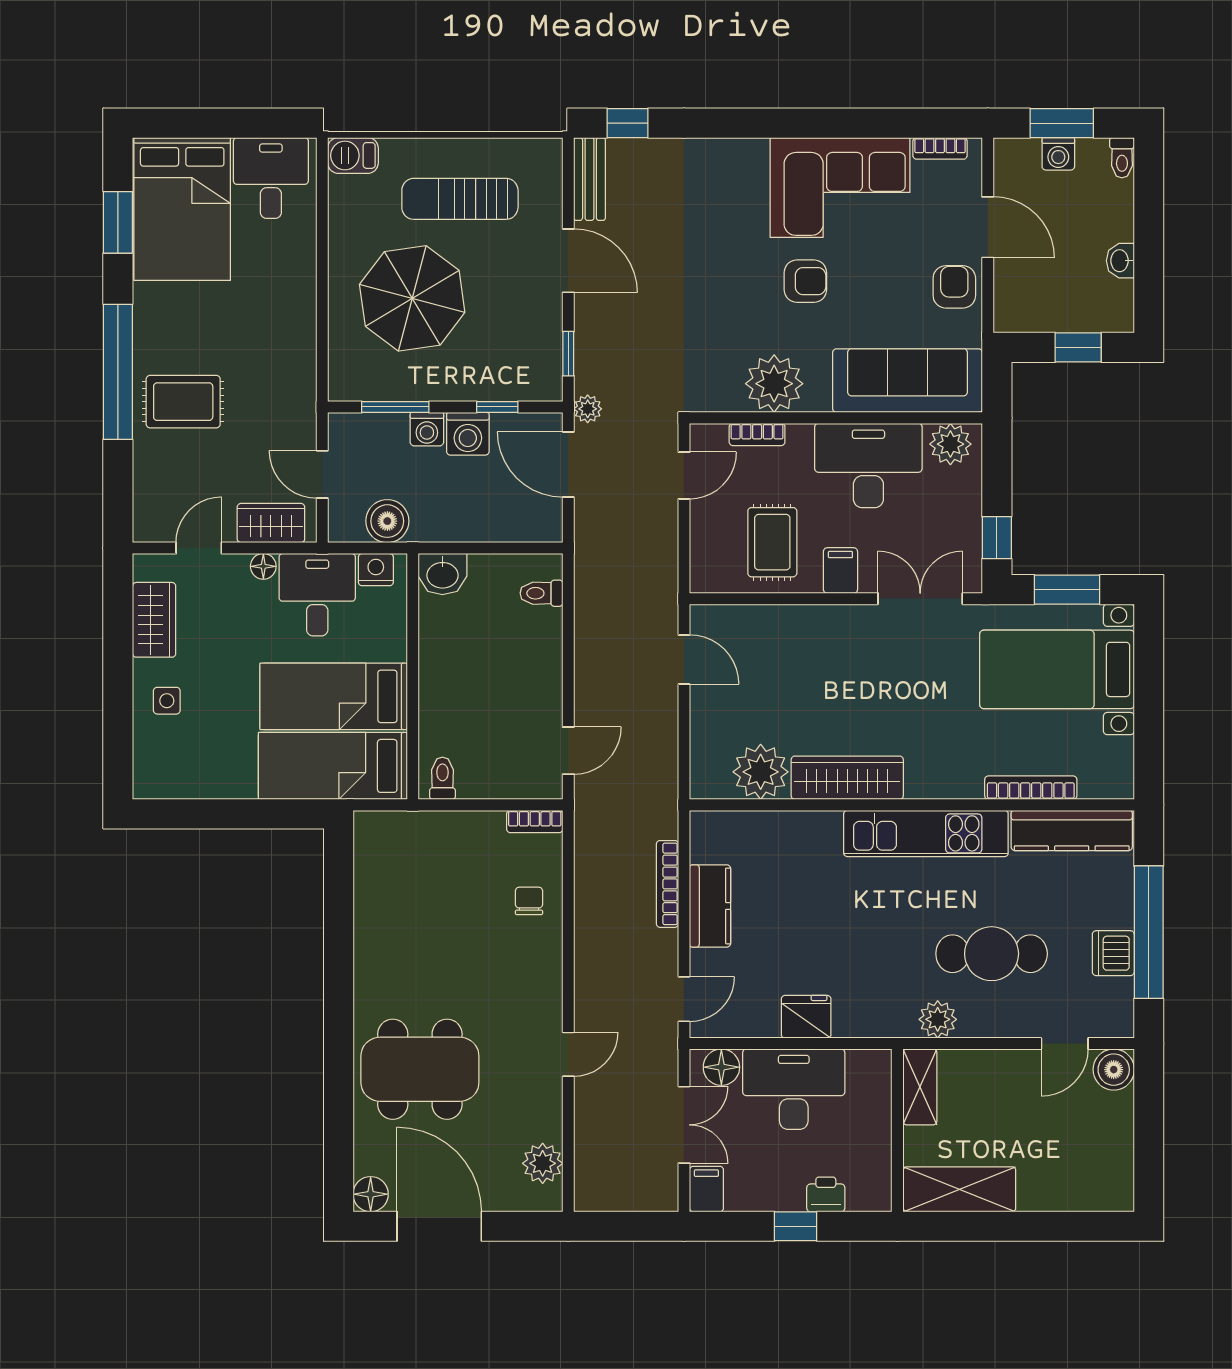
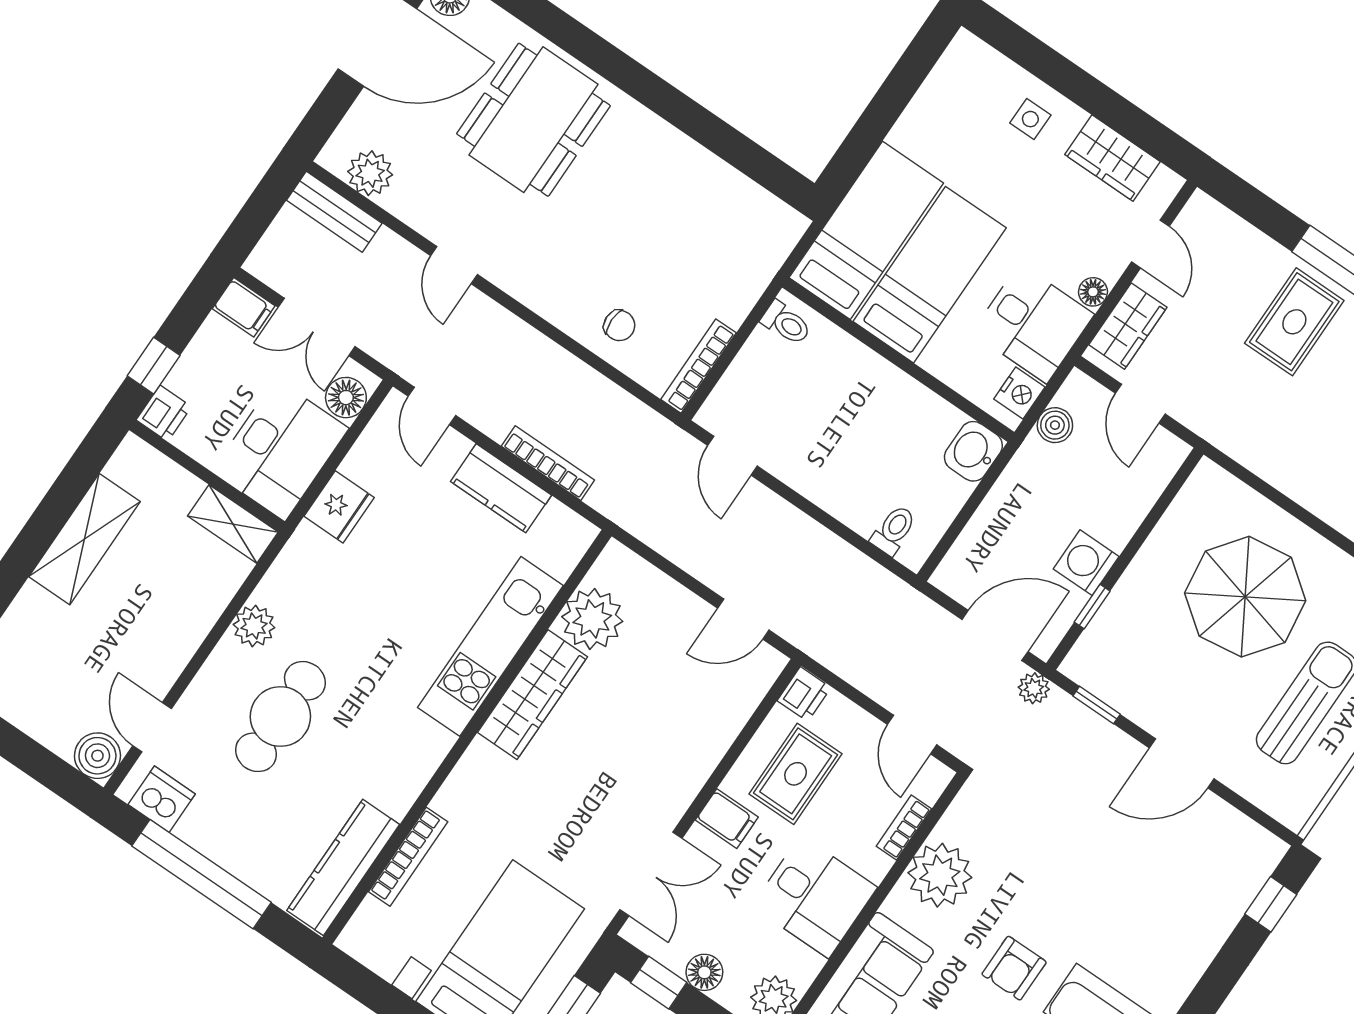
bench: (589, 179) -> (334, 212), moved
window: (395, 407) -> (1156, 513), removed
washing machine: (427, 429) -> (1116, 528), removed
desk: (868, 465) -> (815, 897), width x0.73
door: (322, 474) -> (1140, 404), swing flipped
floor lamp: (966, 509) -> (704, 972), added
boiler: (387, 521) -> (1055, 425), width x0.73, depth x0.73
rug: (772, 542) -> (796, 774), turned 90
printer: (709, 576) -> (804, 694), added
bookcase: (535, 821) -> (698, 366), width x1.56
kitchen unit: (926, 833) -> (490, 646), moved
dishwasher: (1113, 953) -> (162, 799), moved
shelving: (920, 1087) -> (233, 524), moved
wall: (897, 1130) -> (207, 476), moved

